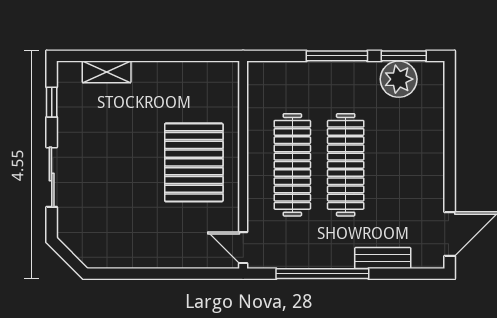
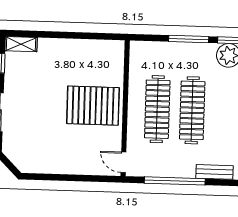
shelving: (107, 72) -> (21, 44), moved
pallet: (194, 162) -> (93, 106), turned 90

